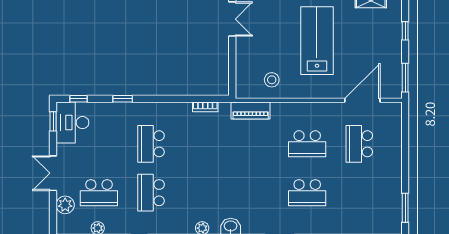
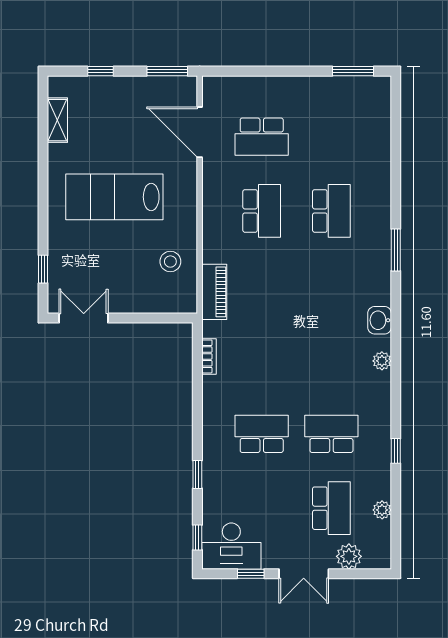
window: (53, 121) -> (251, 574), moved
school desk: (151, 144) -> (262, 434), turned 180
school desk: (151, 193) -> (331, 434), turned 180

